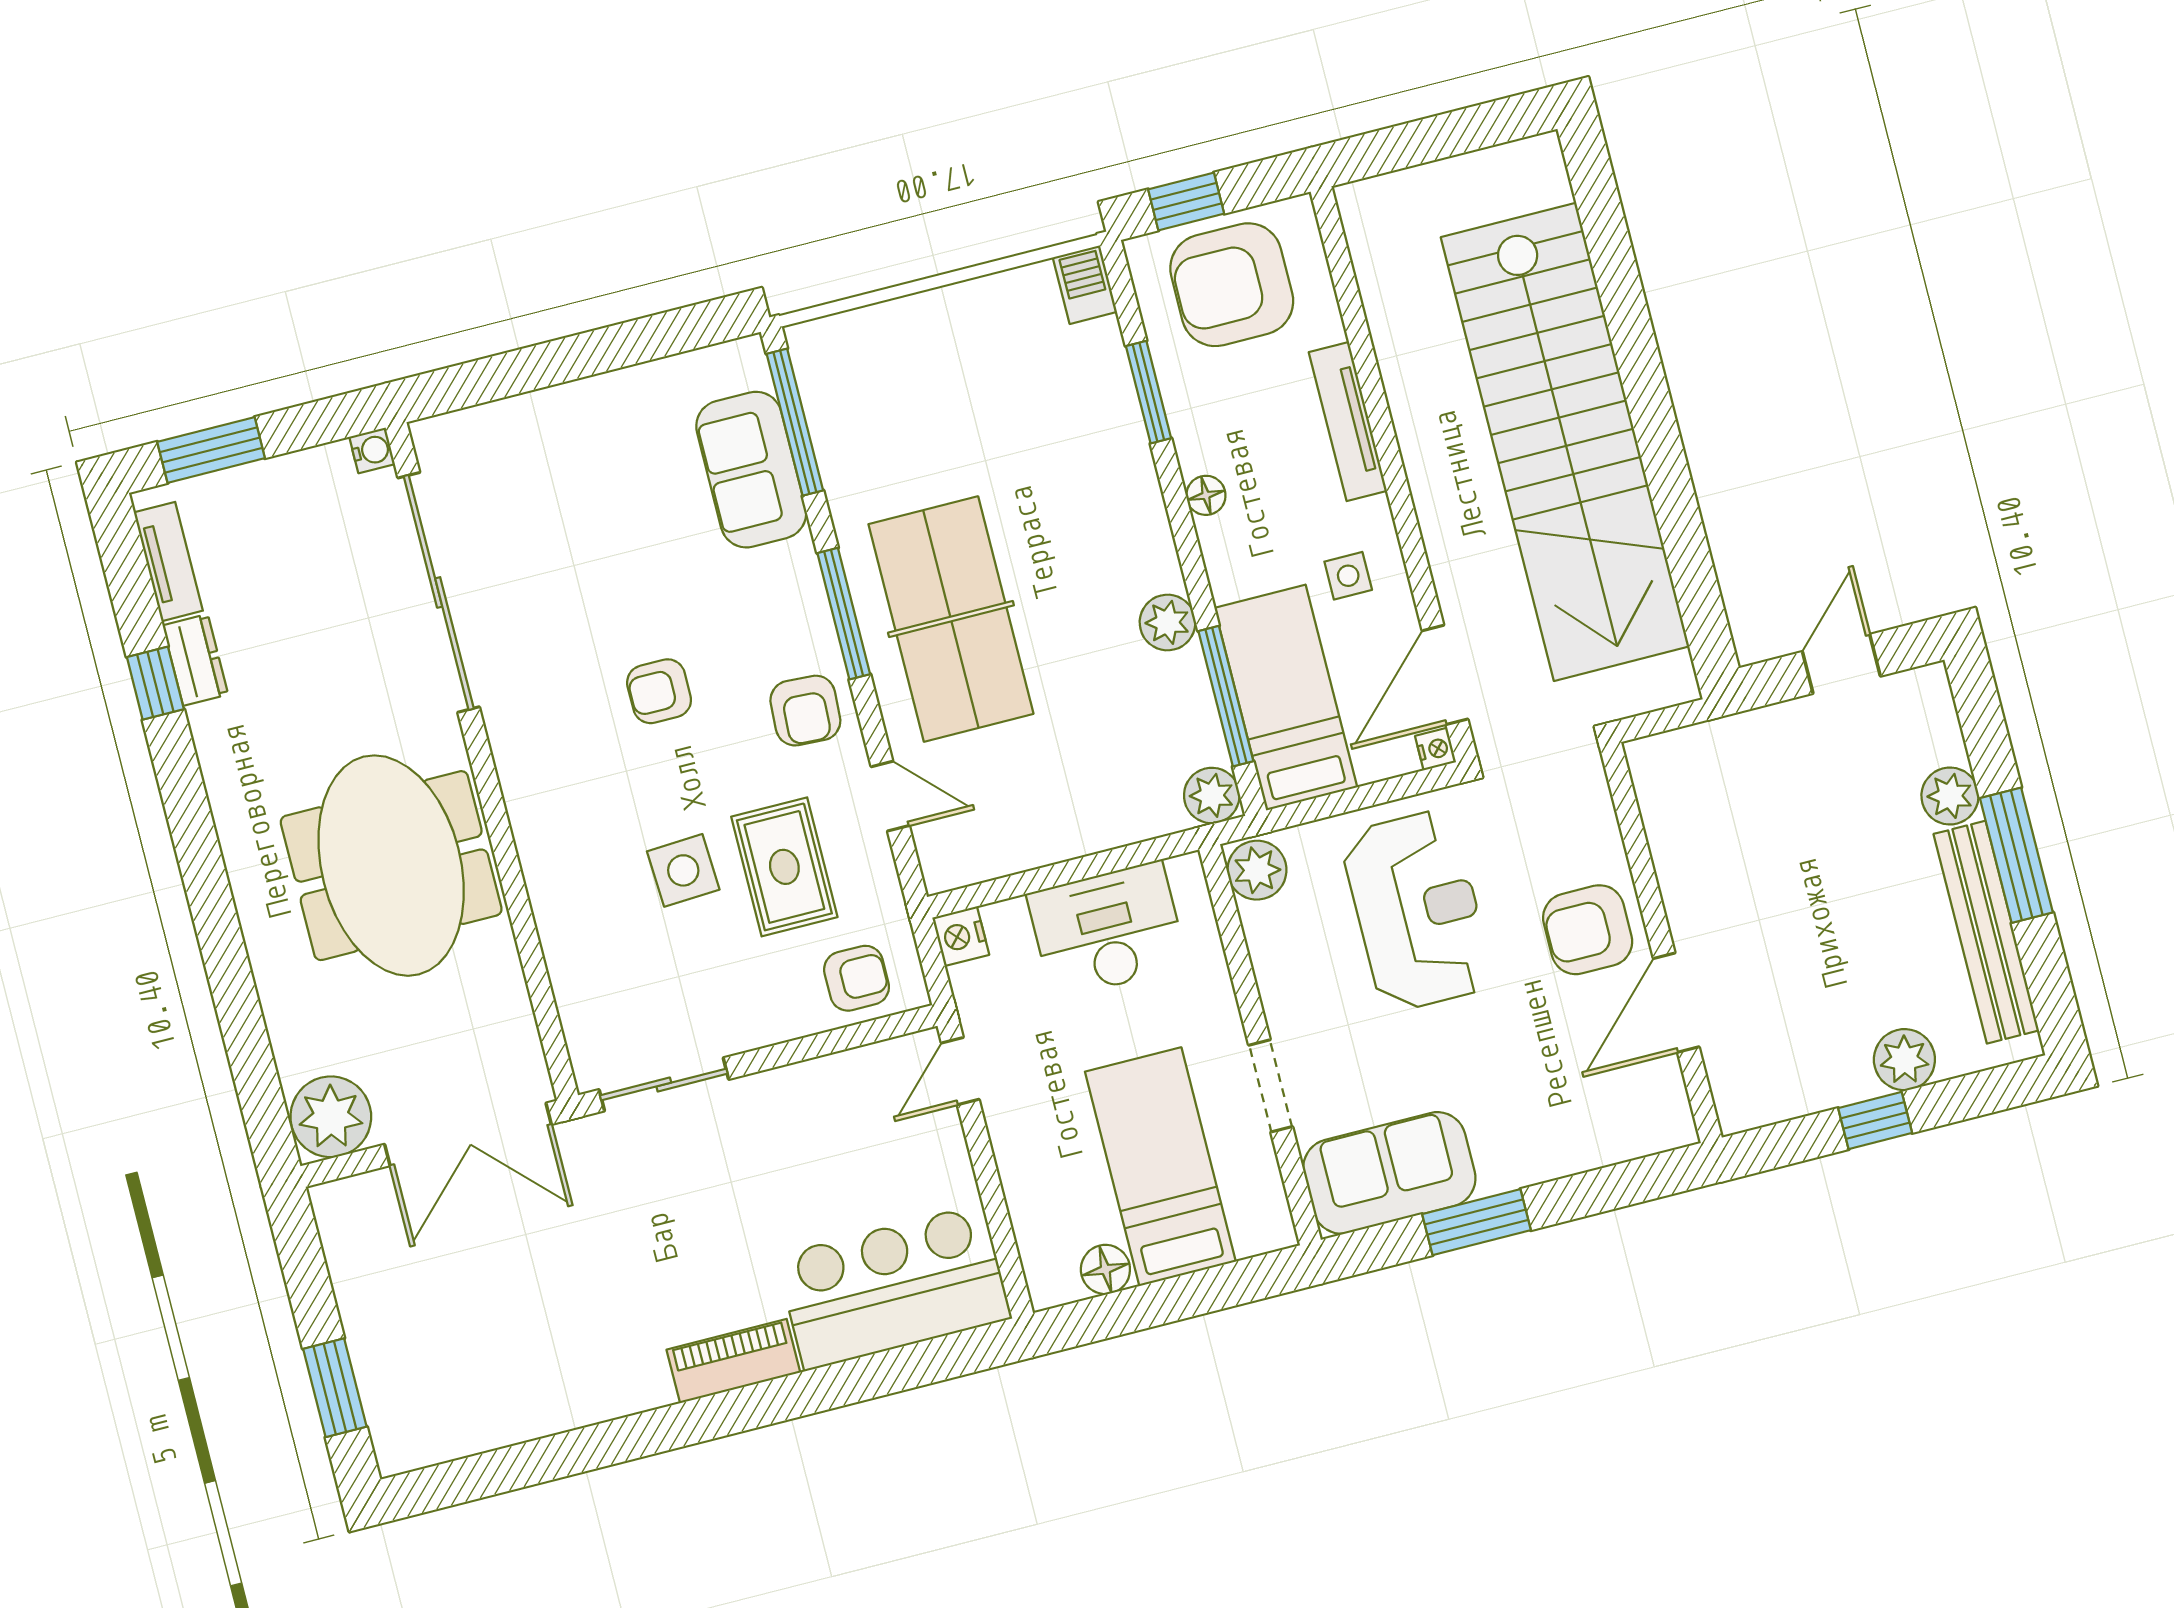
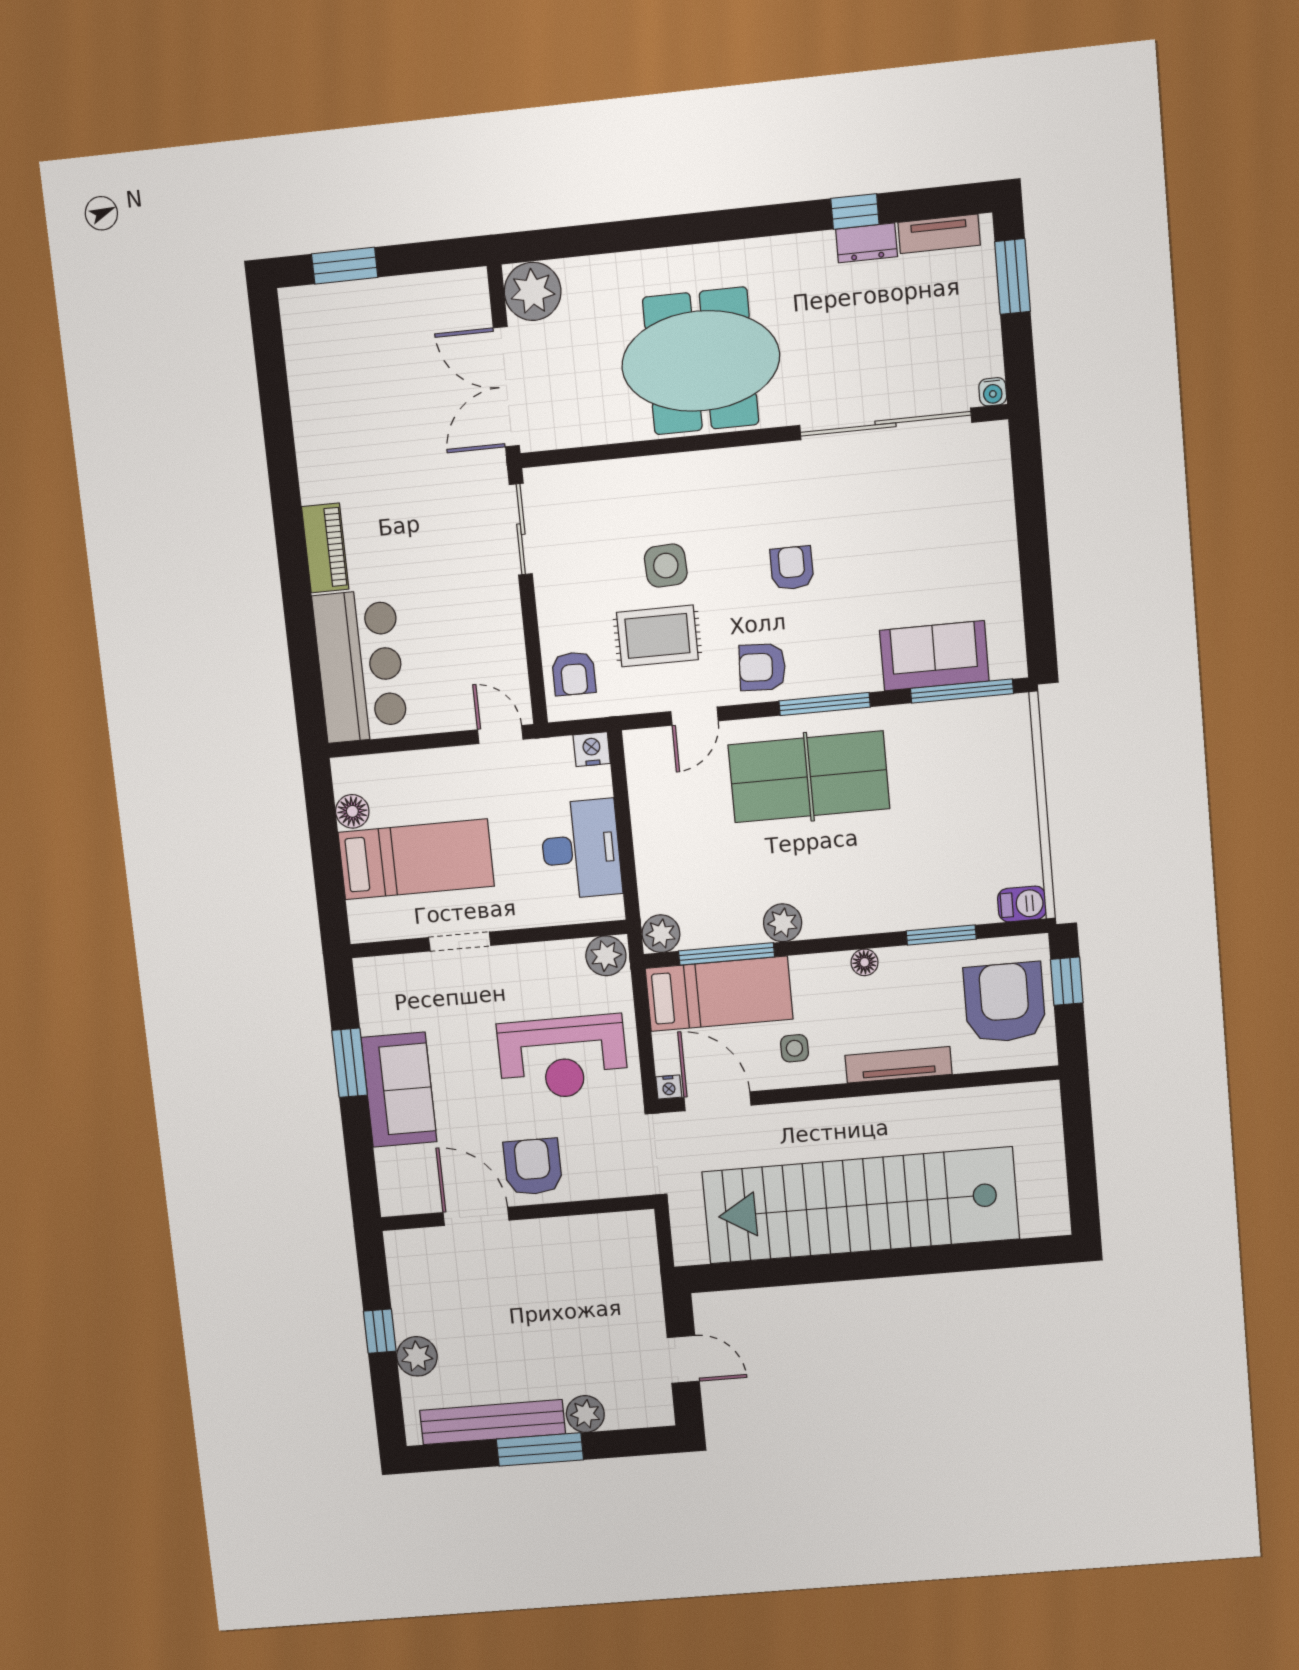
sofa: (1389, 1173) -> (399, 1090), moved

